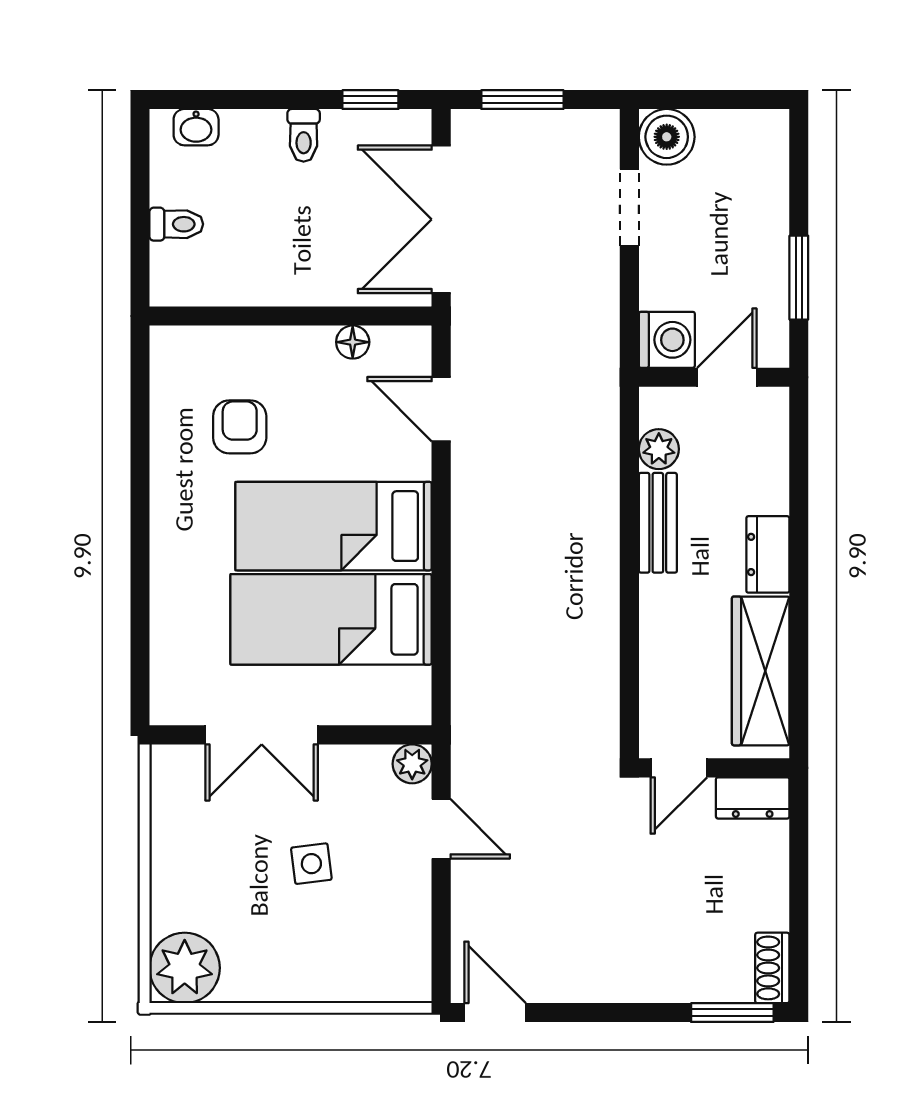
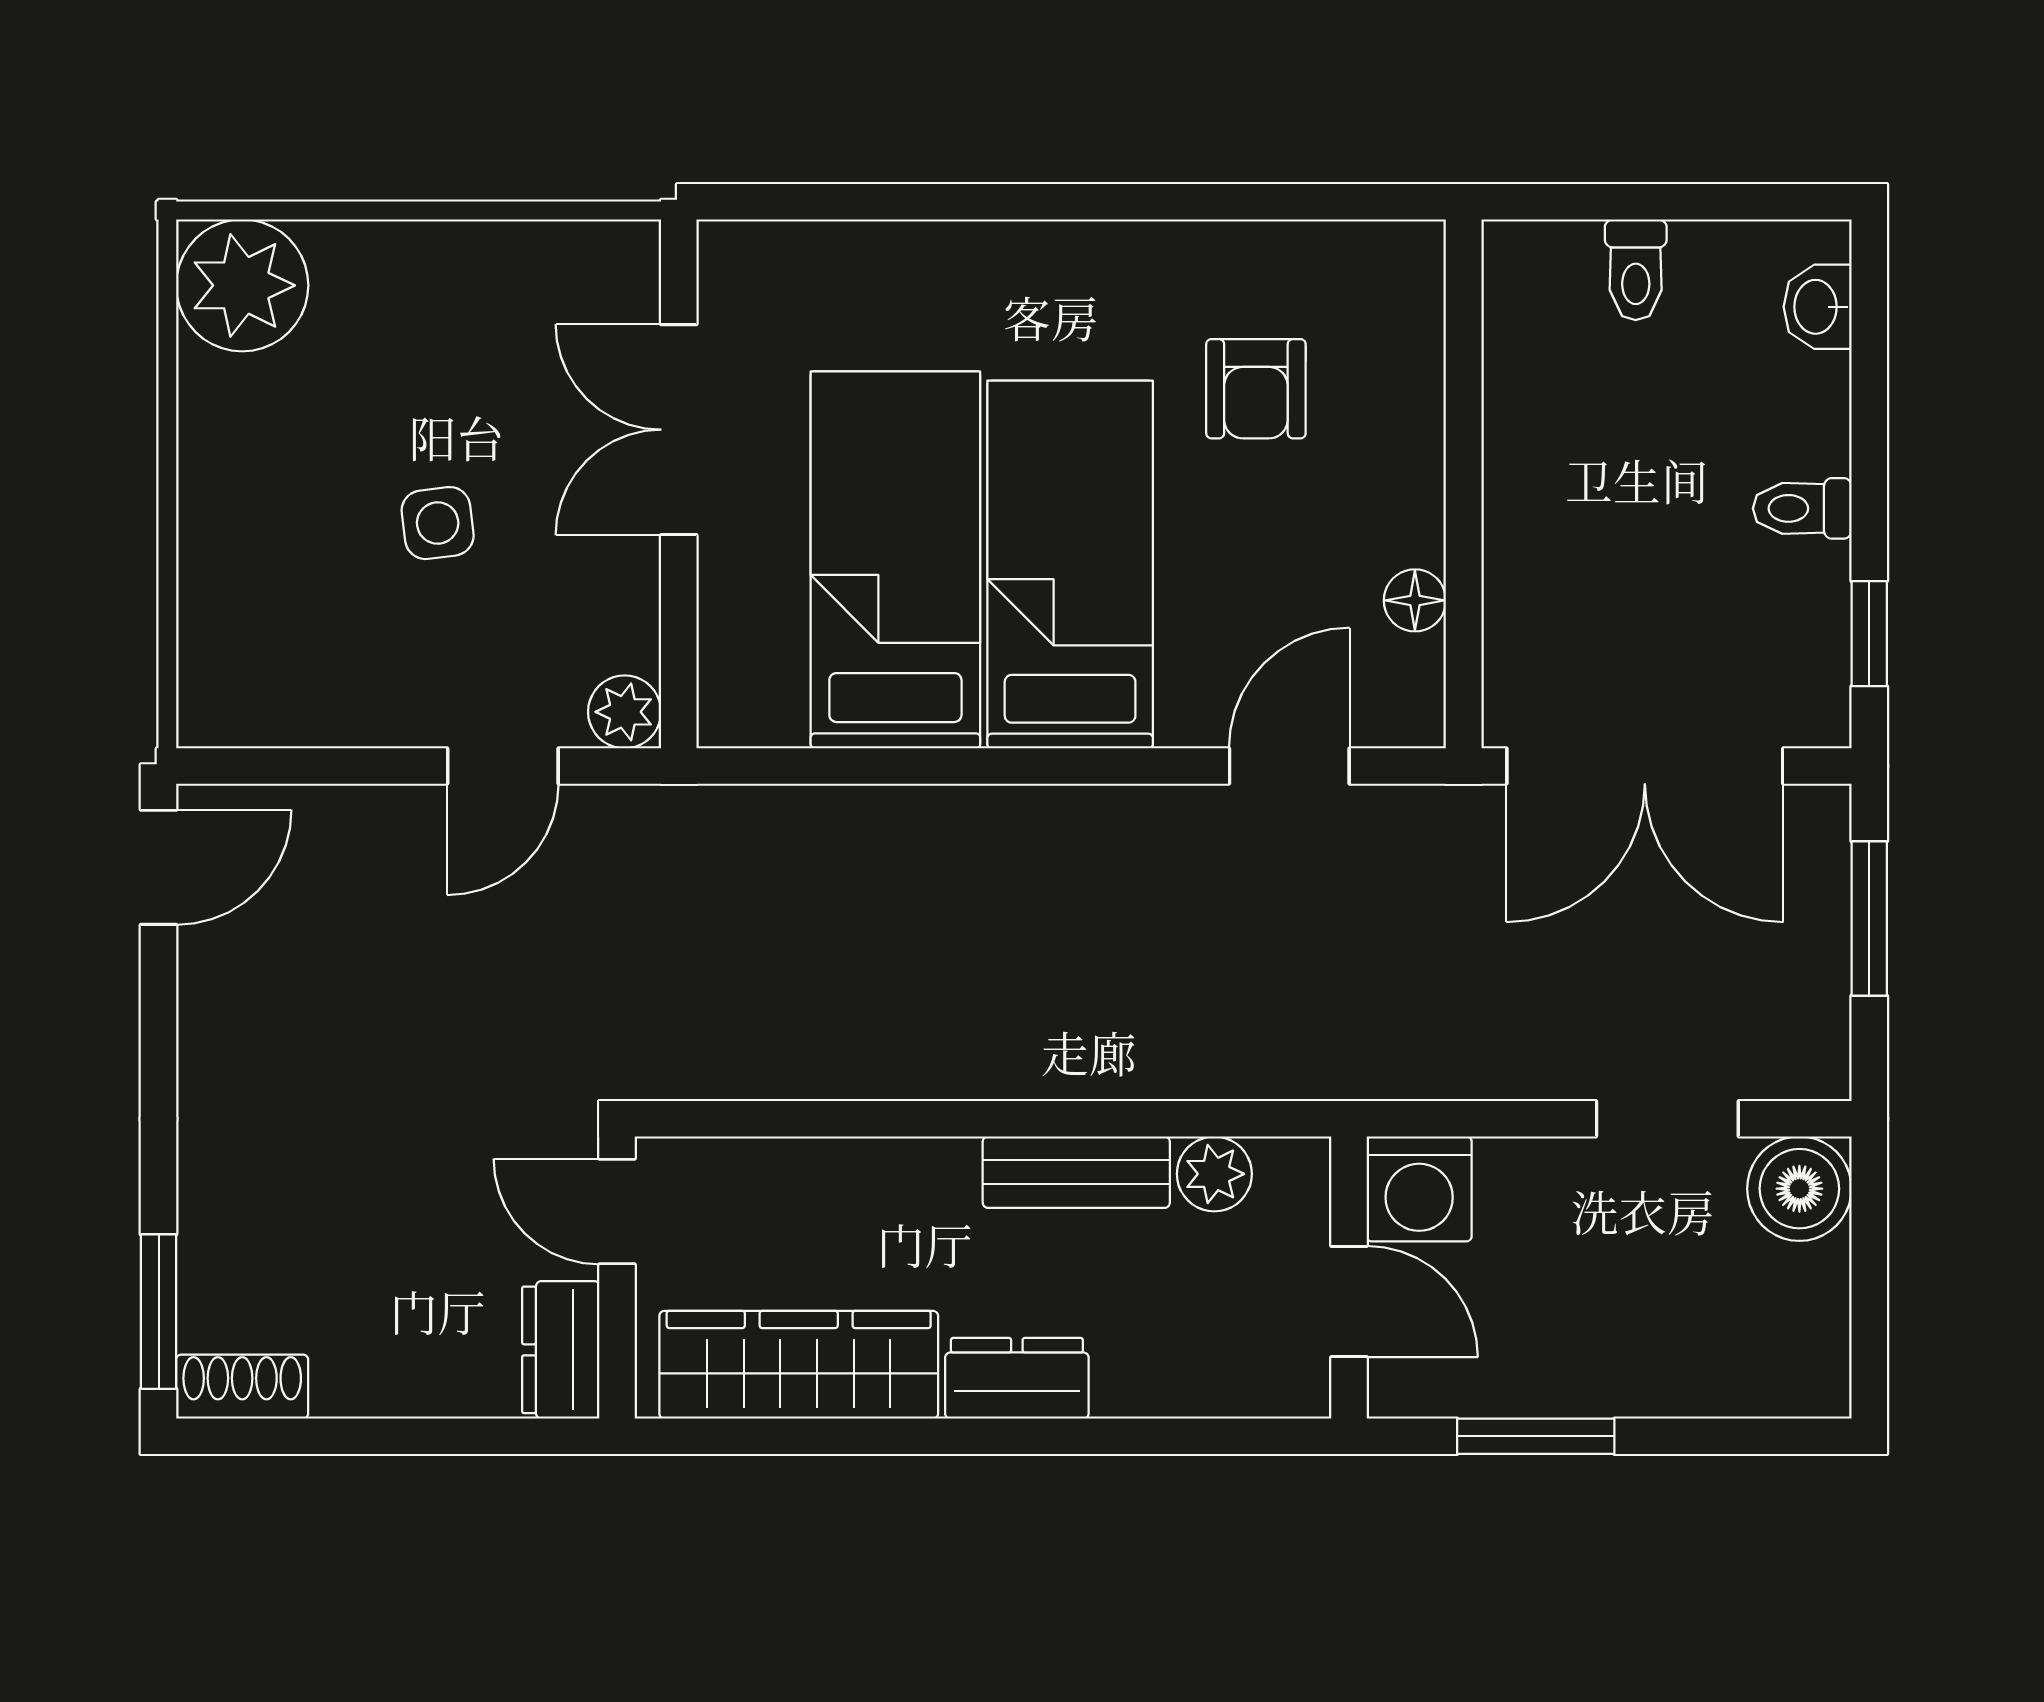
double door: (441, 219) -> (1645, 766), swing flipped
armchair: (240, 427) -> (1256, 389), turned 90

